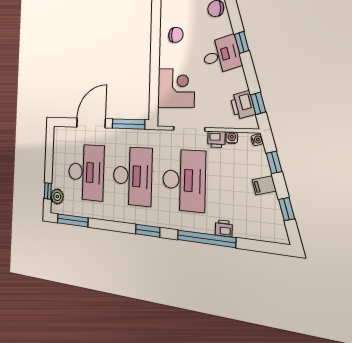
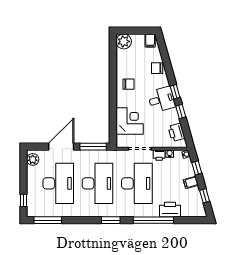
window: (258, 103) -> (181, 112), moved
plant: (57, 196) -> (33, 159), moved
printer: (224, 228) -> (170, 210), width x1.87, depth x1.48

